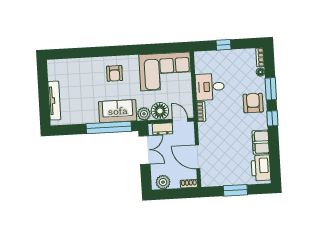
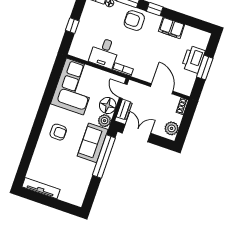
tv unit: (54, 101) -> (41, 188), moved
door: (180, 120) -> (123, 91), hinge flipped
door: (198, 157) -> (162, 89), swing flipped
printer: (261, 168) -> (193, 59), moved, turned 90

